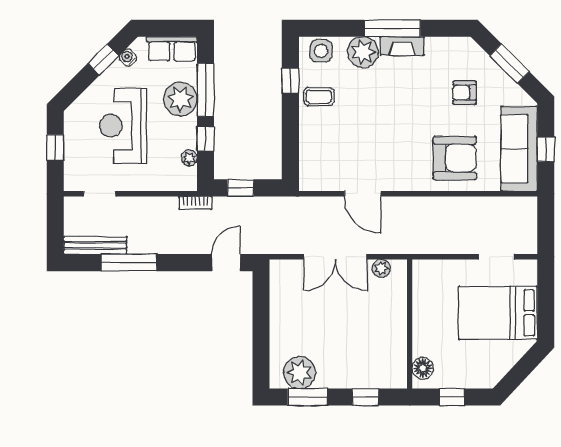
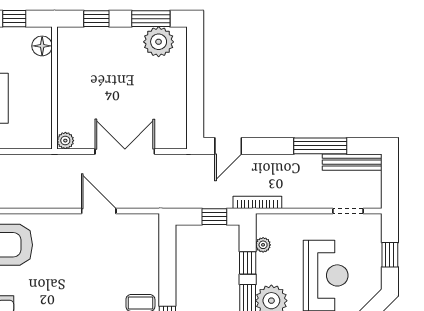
bookcase: (195, 203) -> (257, 202), width x1.56
plant: (381, 268) -> (65, 141), moved

